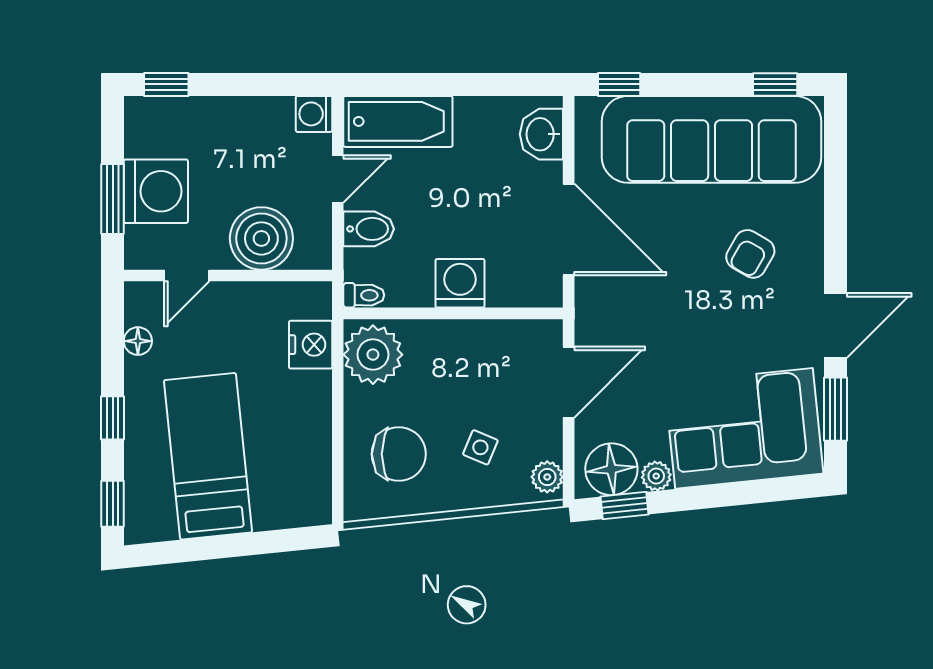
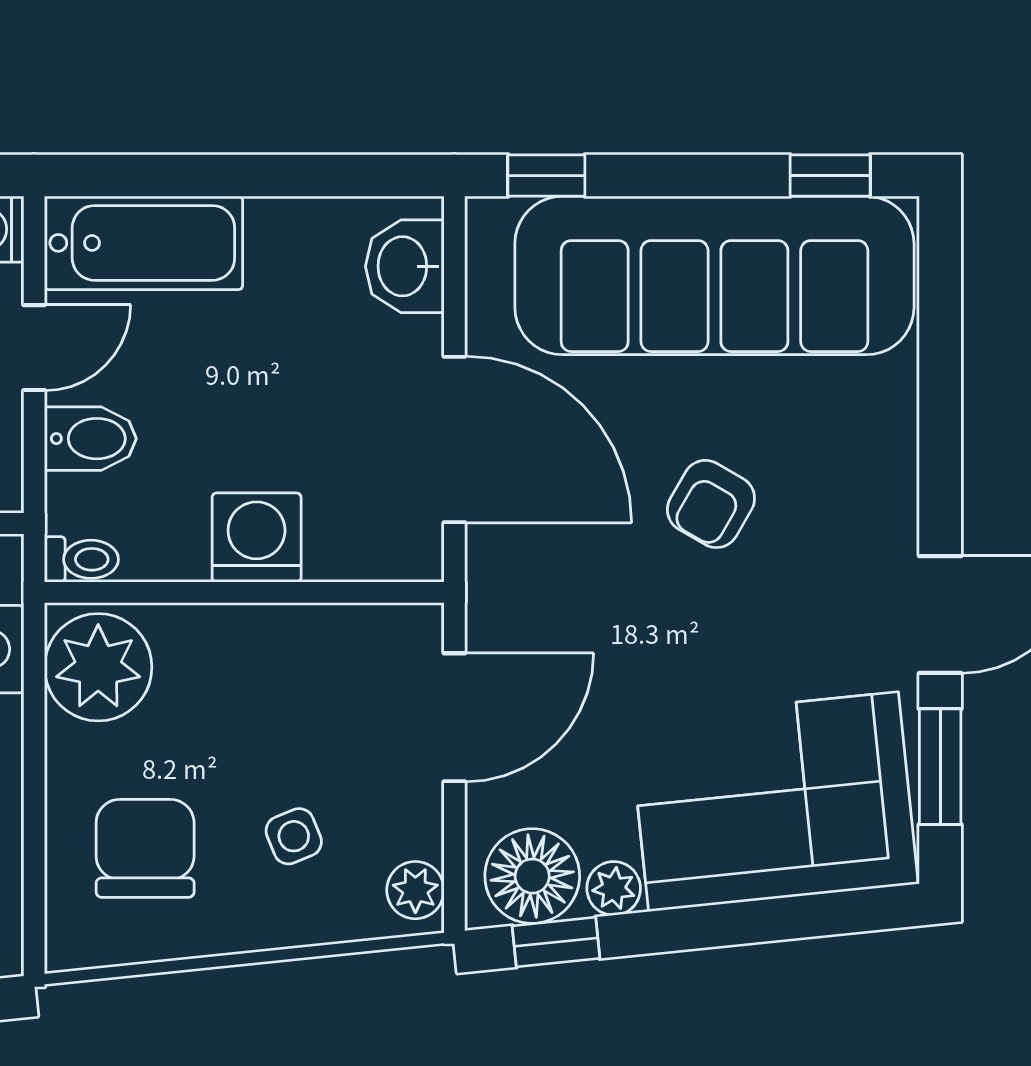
armchair: (750, 254) -> (711, 504), moved
side table: (480, 447) -> (294, 836), turned 45
chair: (399, 454) -> (145, 848), turned -90

